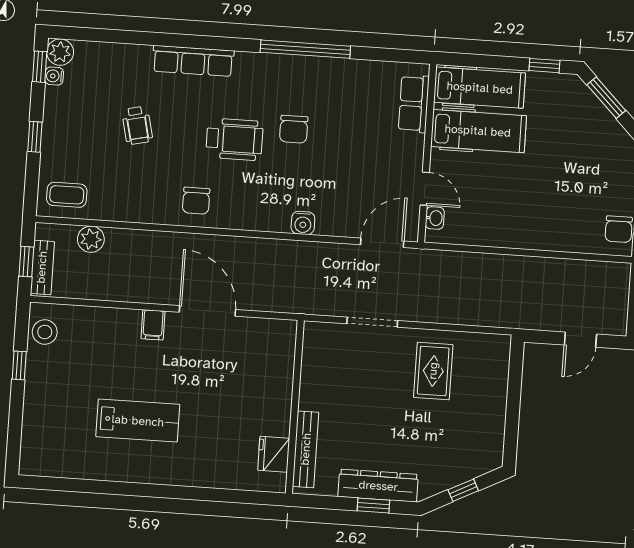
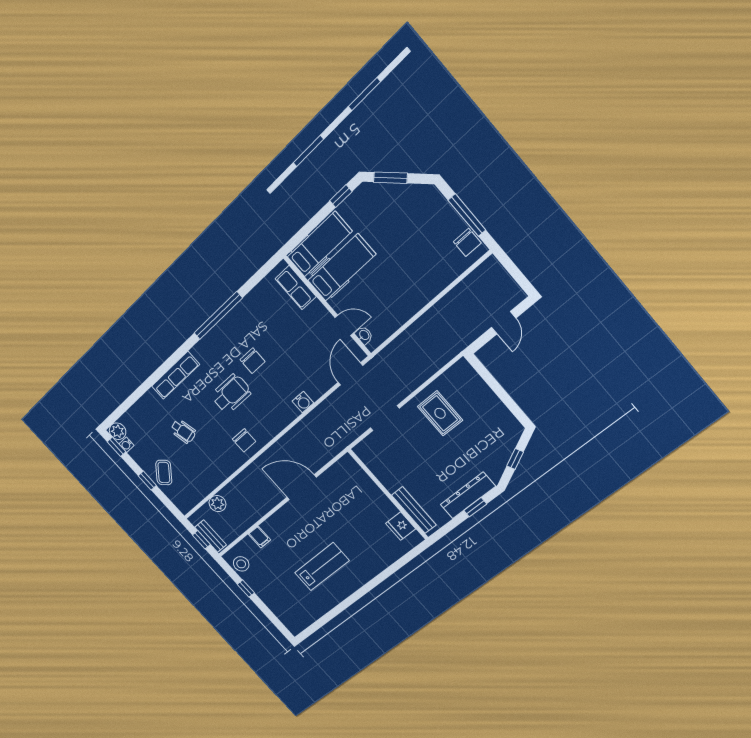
coffee table: (67, 195) -> (164, 472), moved, turned -49
filing cabinet: (153, 325) -> (259, 537), moved

